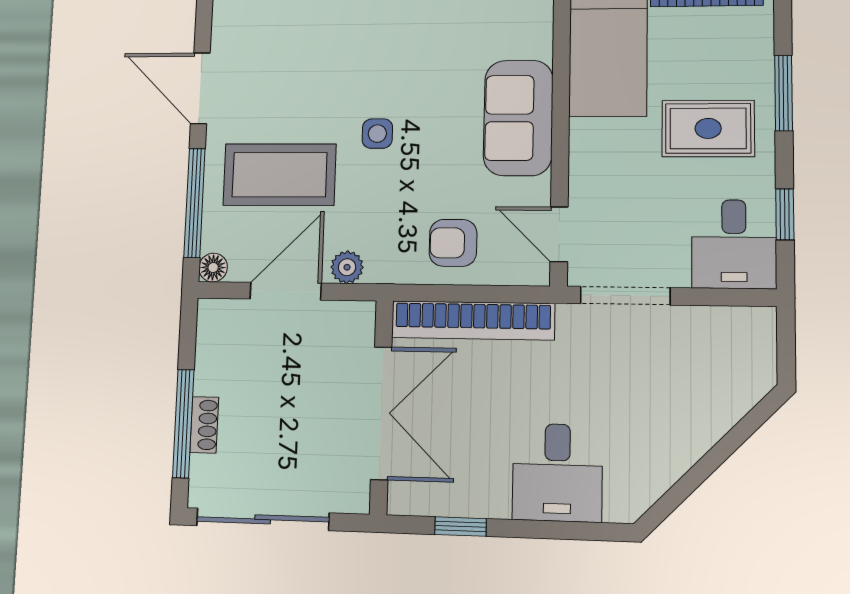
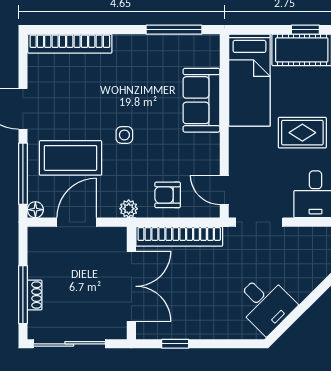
sofa: (518, 118) -> (201, 100), moved
plant: (347, 267) -> (129, 209), moved
desk: (557, 472) -> (265, 304), moved, turned -45

